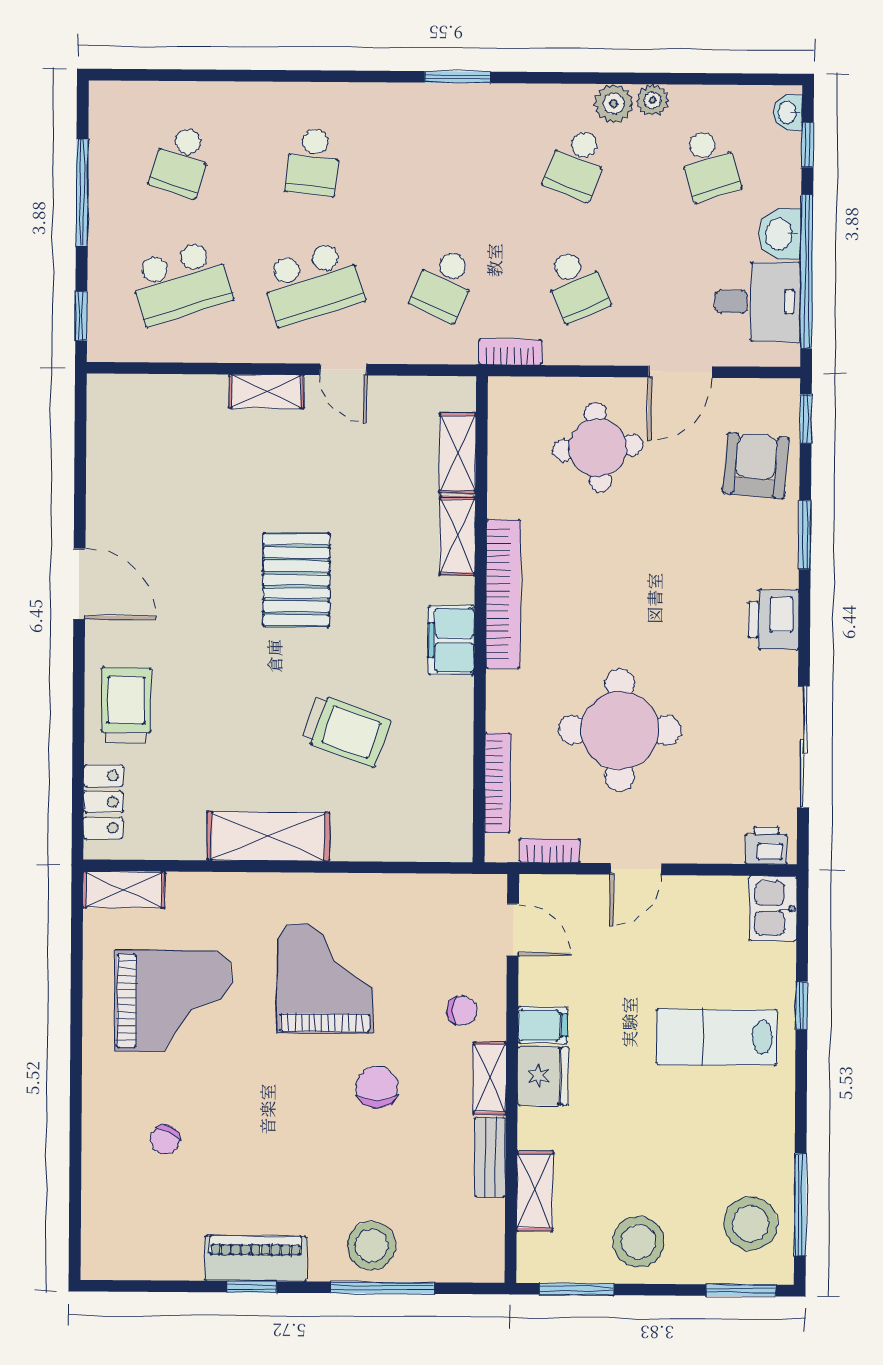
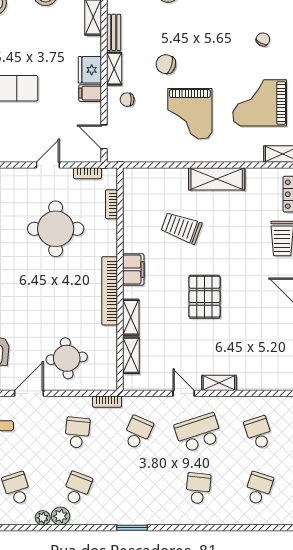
school desk: (180, 283) -> (259, 433), width x0.54
school desk: (576, 285) -> (77, 433), turned 30
bookcase: (498, 783) -> (111, 204), width x0.64
chair: (377, 1087) -> (166, 64), turned 107

